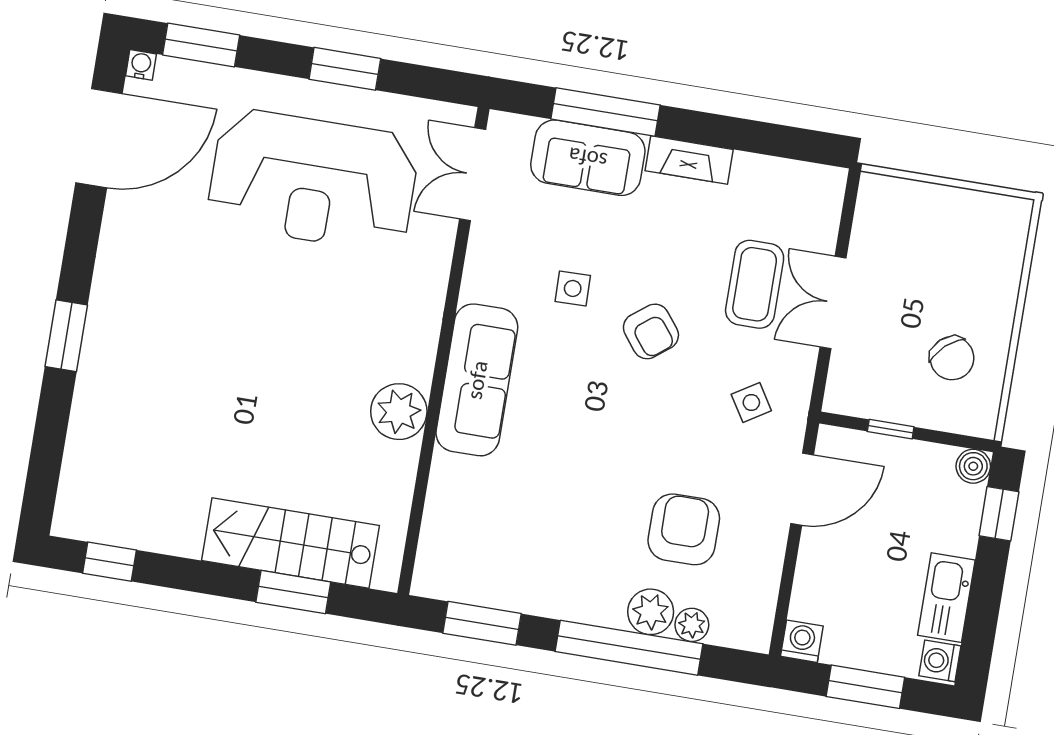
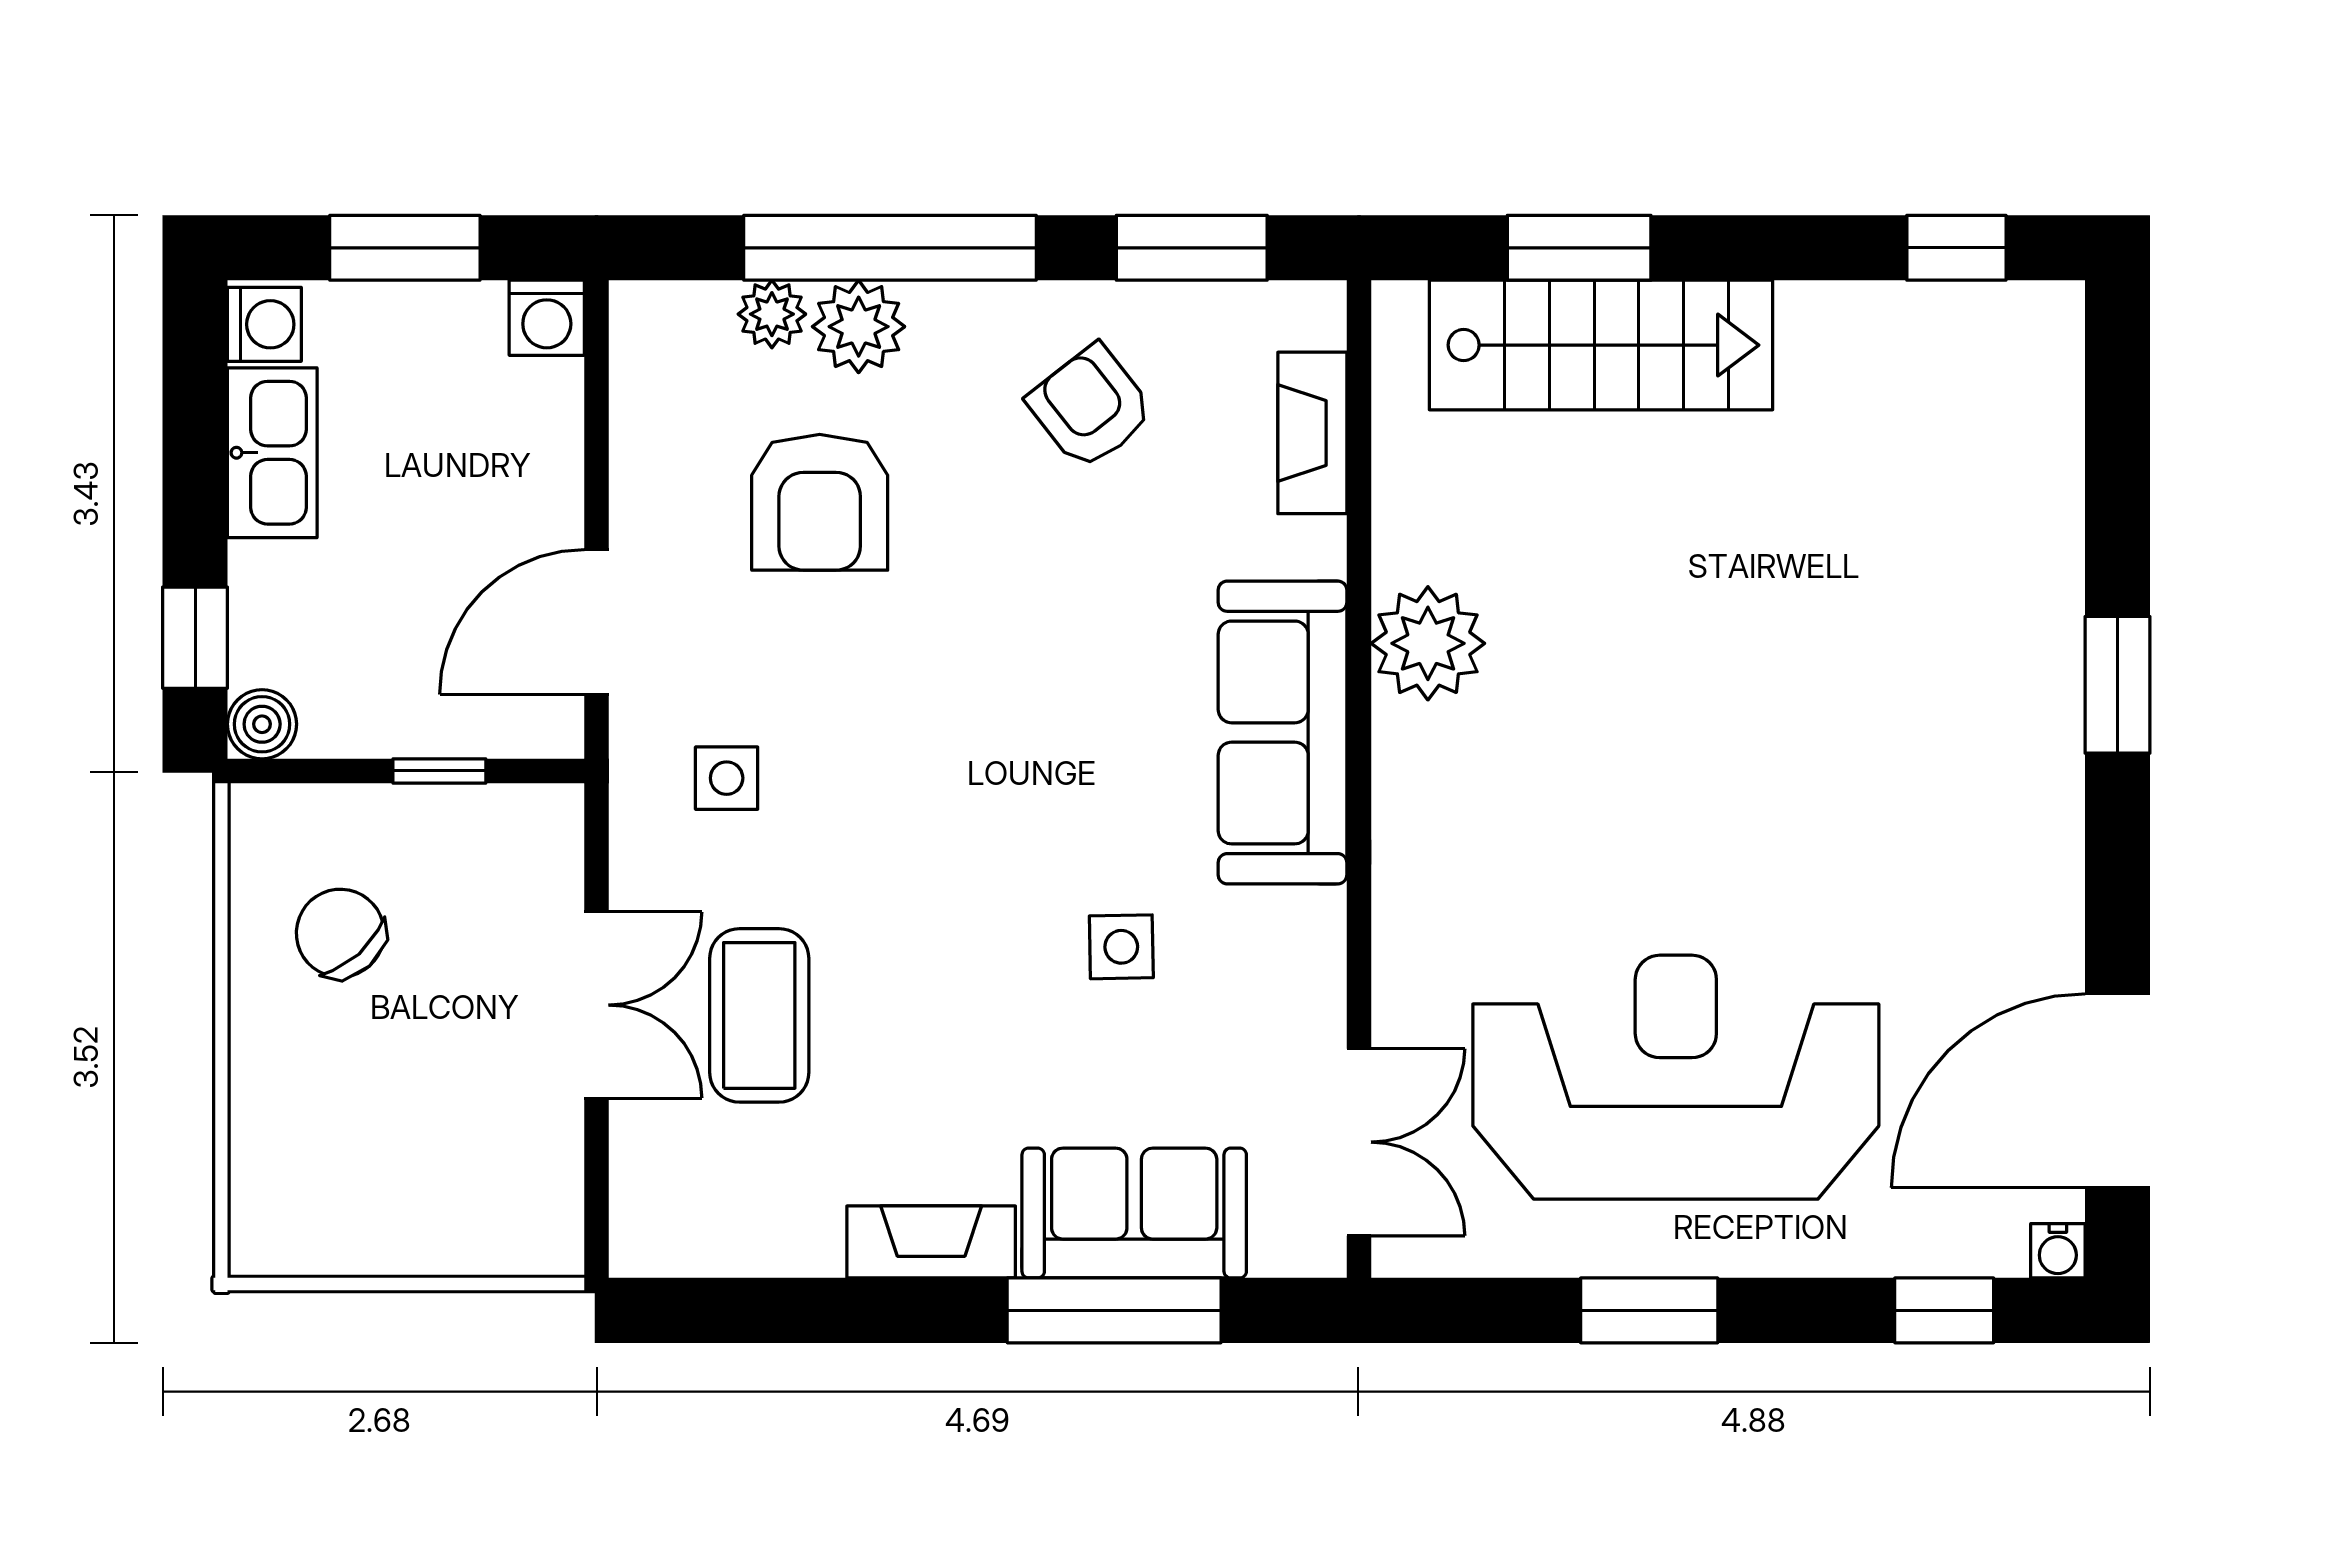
window: (201, 45) -> (1944, 1310), width x0.67
armchair: (651, 331) -> (1091, 407), moved
side table: (751, 403) -> (727, 778), turned 32
fireplace: (438, 523) -> (1312, 433), added

